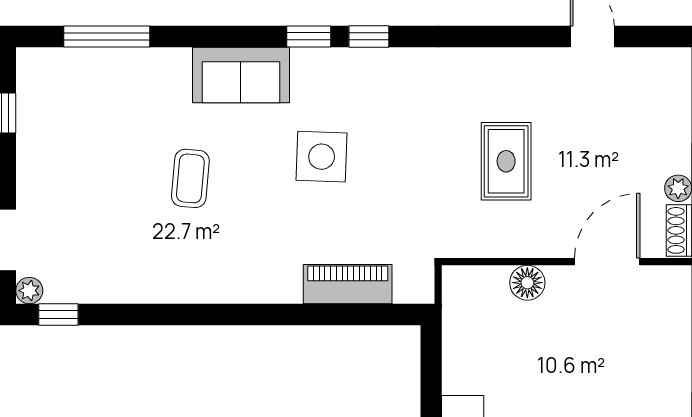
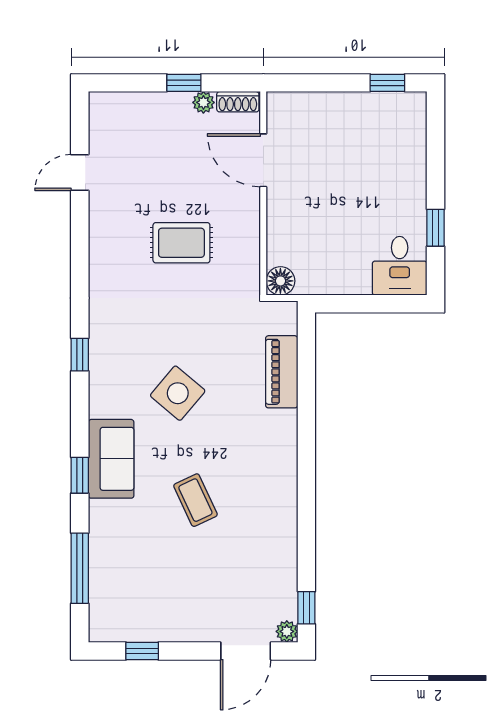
window: (309, 36) -> (80, 475), moved
side table: (322, 157) -> (178, 393), turned 38
coffee table: (190, 178) -> (195, 500), turned 60
floor lamp: (527, 283) -> (280, 281), moved

